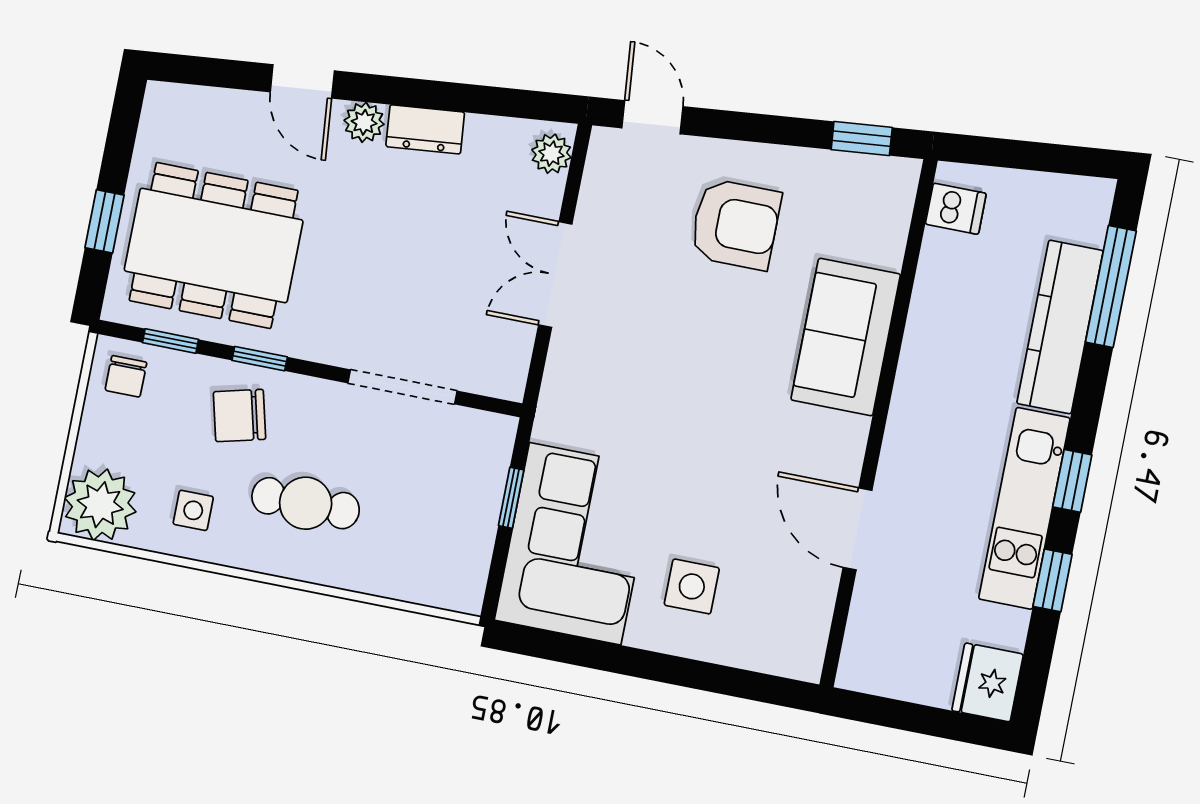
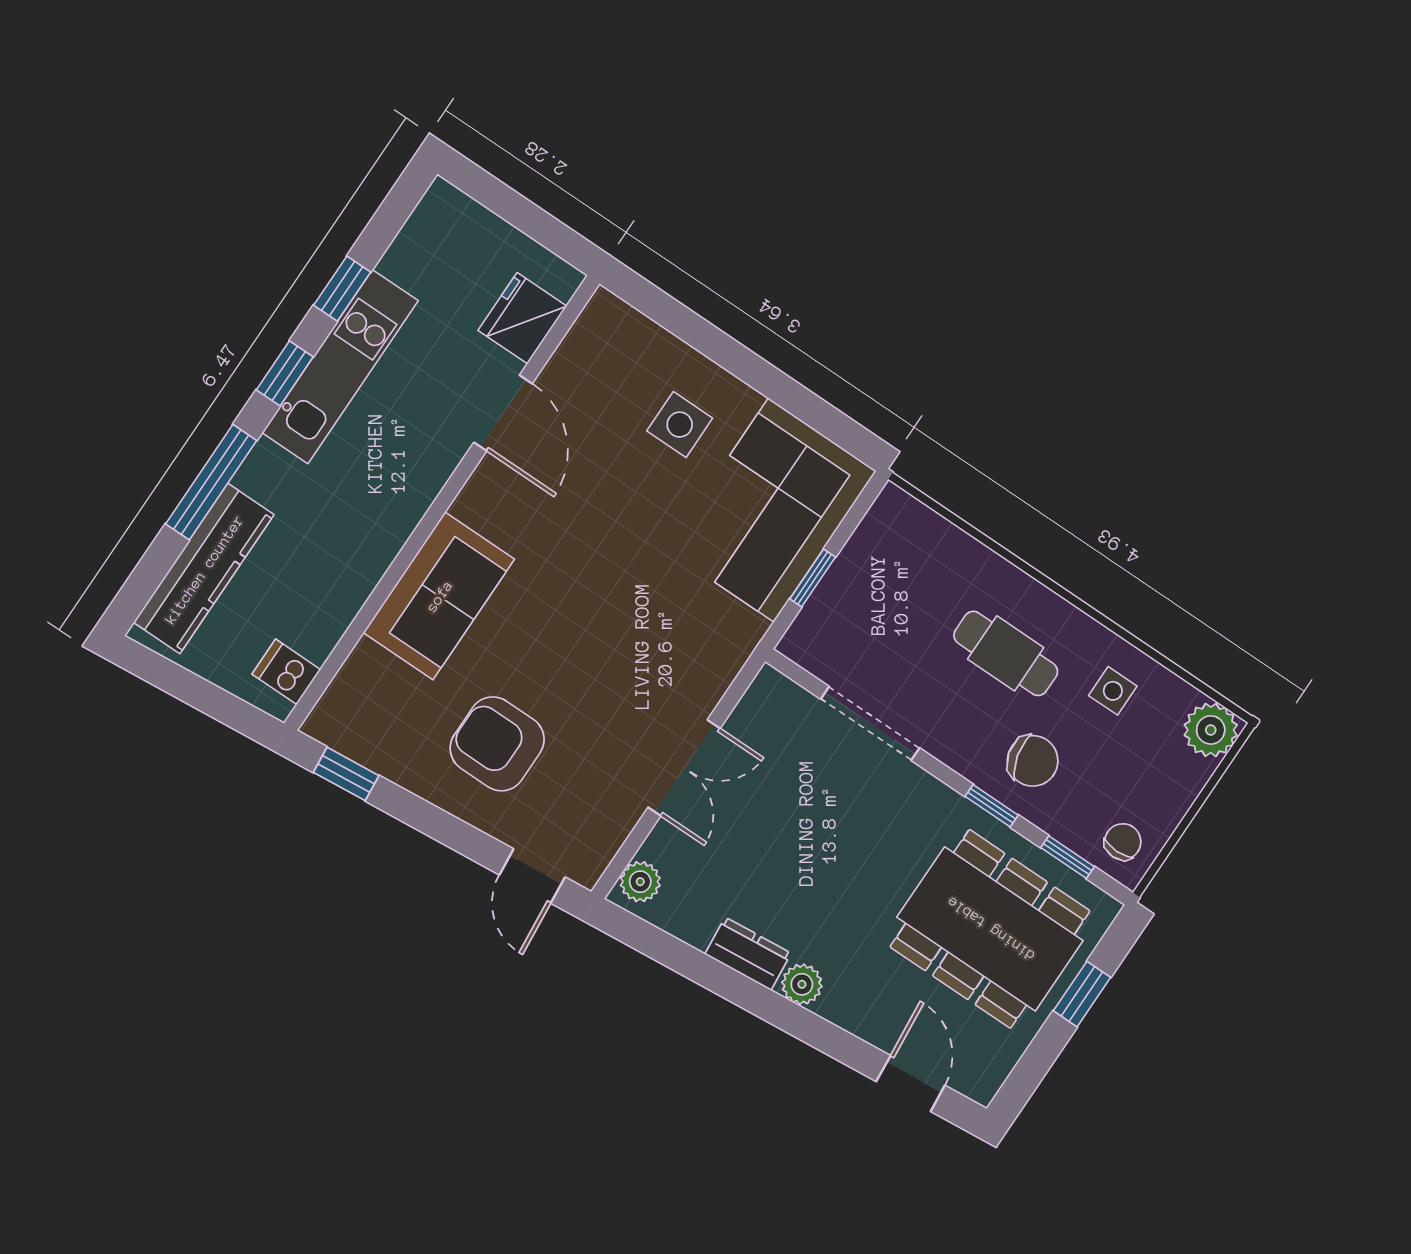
door: (302, 81) -> (911, 1083), moved
window: (1111, 286) -> (211, 482), moved
kitchen counter: (1060, 327) -> (204, 569), moved
plant: (100, 505) -> (1211, 730), width x0.73, depth x0.73
fridge: (988, 682) -> (522, 318), moved, turned 180

